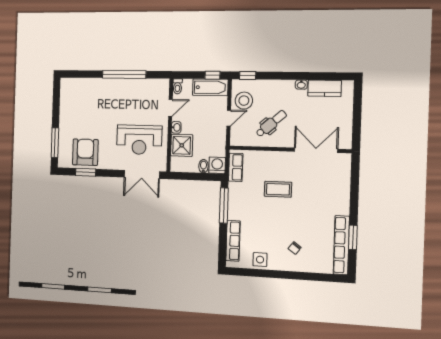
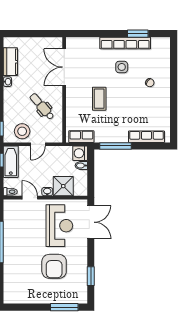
door: (229, 118) -> (38, 144), swing flipped
armchair: (85, 152) -> (54, 266), moved, turned -90
row of seats: (341, 245) -> (125, 43), moved
side table: (260, 260) -> (122, 67), moved

